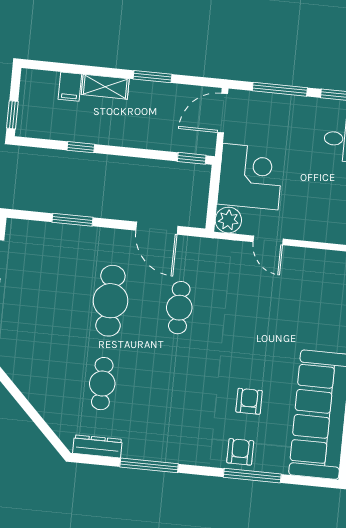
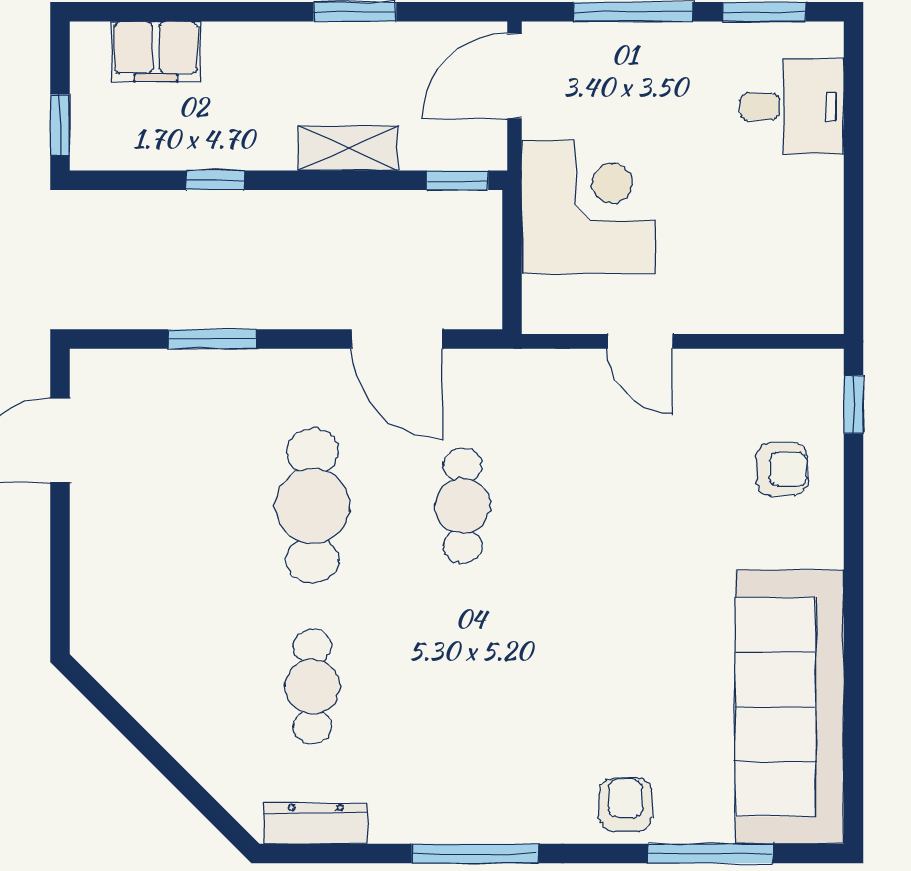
filing cabinet: (70, 87) -> (156, 52), width x2.00
shelving: (105, 87) -> (348, 148), moved
plant: (228, 220) -> (550, 306), removed
armchair: (249, 401) -> (782, 469), moved, turned 90
window: (149, 465) -> (475, 854), moved
window: (252, 476) -> (711, 854), moved

